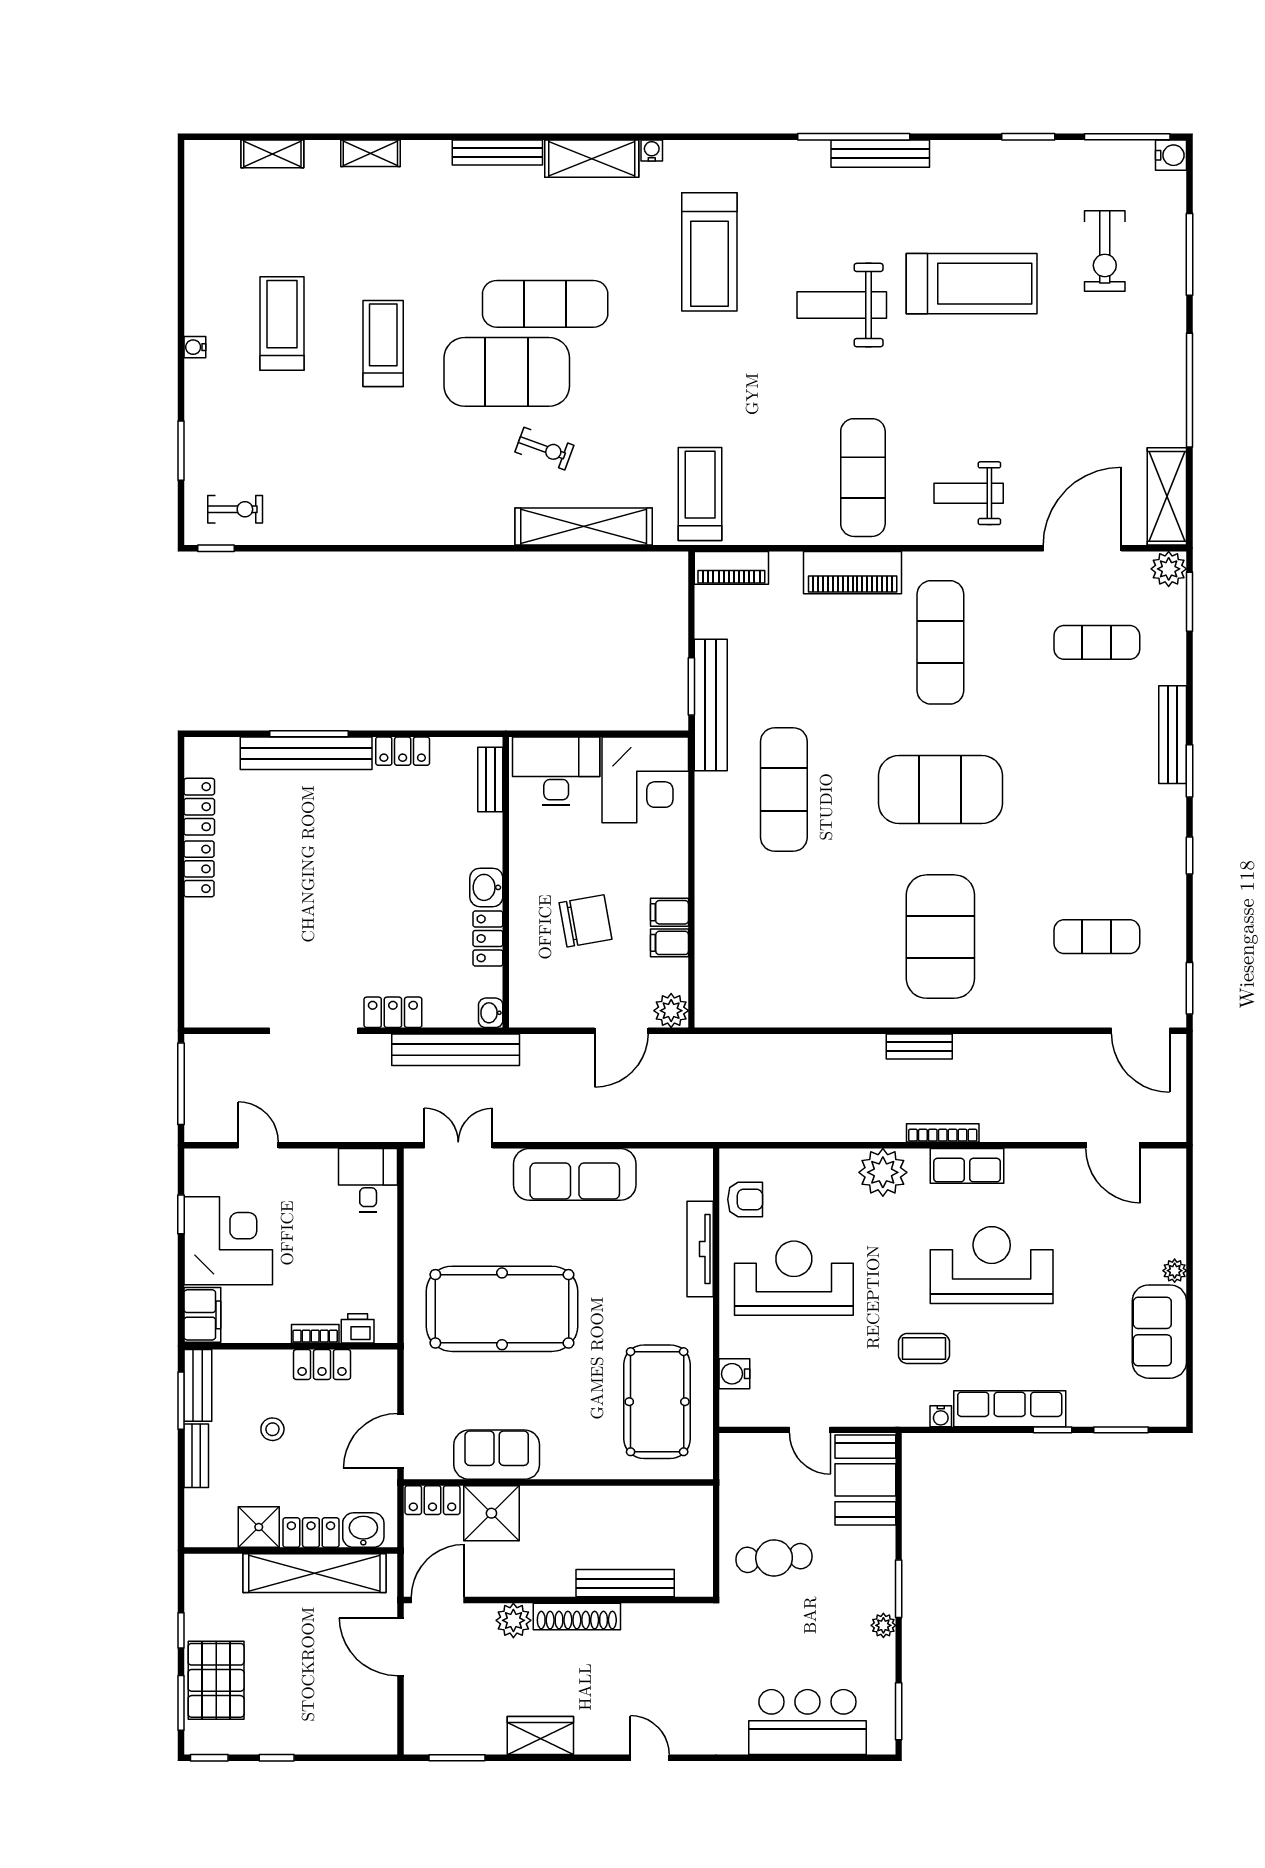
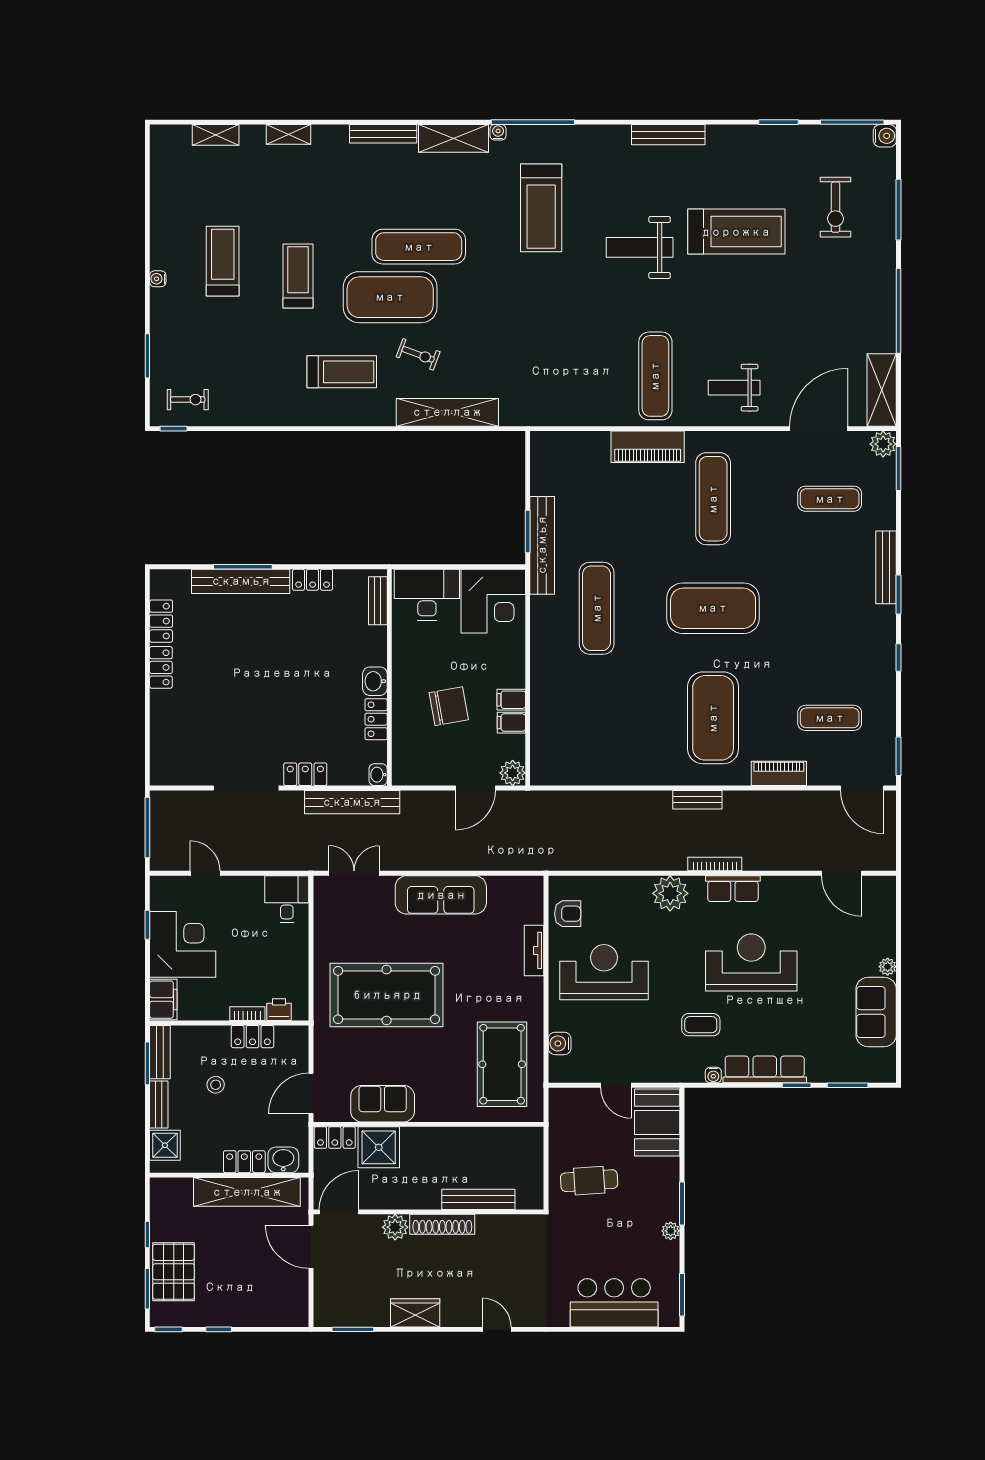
window: (854, 137) -> (533, 122), moved
treadmill: (700, 494) -> (342, 372), moved, turned 90
piano: (731, 568) -> (779, 773), moved, turned 180
tv unit: (700, 1249) -> (534, 950), width x0.71
shower: (259, 1527) -> (165, 1145), moved

